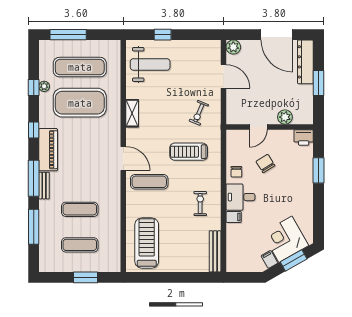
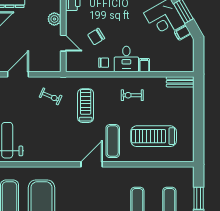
shelving: (132, 113) -> (51, 156), removed
treadmill: (189, 152) -> (86, 106), turned 180
treadmill: (147, 243) -> (154, 136), moved
bench: (215, 251) -> (180, 82), width x0.73

